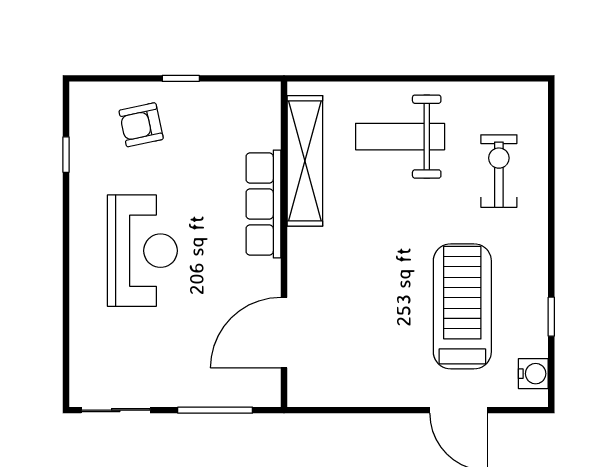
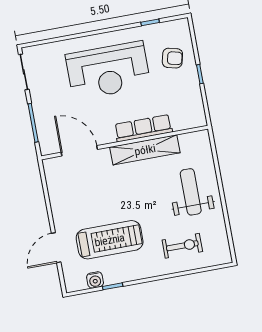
armchair: (141, 125) -> (172, 58), turned 116
shelving: (305, 161) -> (145, 150), moved
reception desk: (142, 251) -> (108, 71), width x1.36, depth x1.30
water cooler: (533, 374) -> (95, 280), moved

